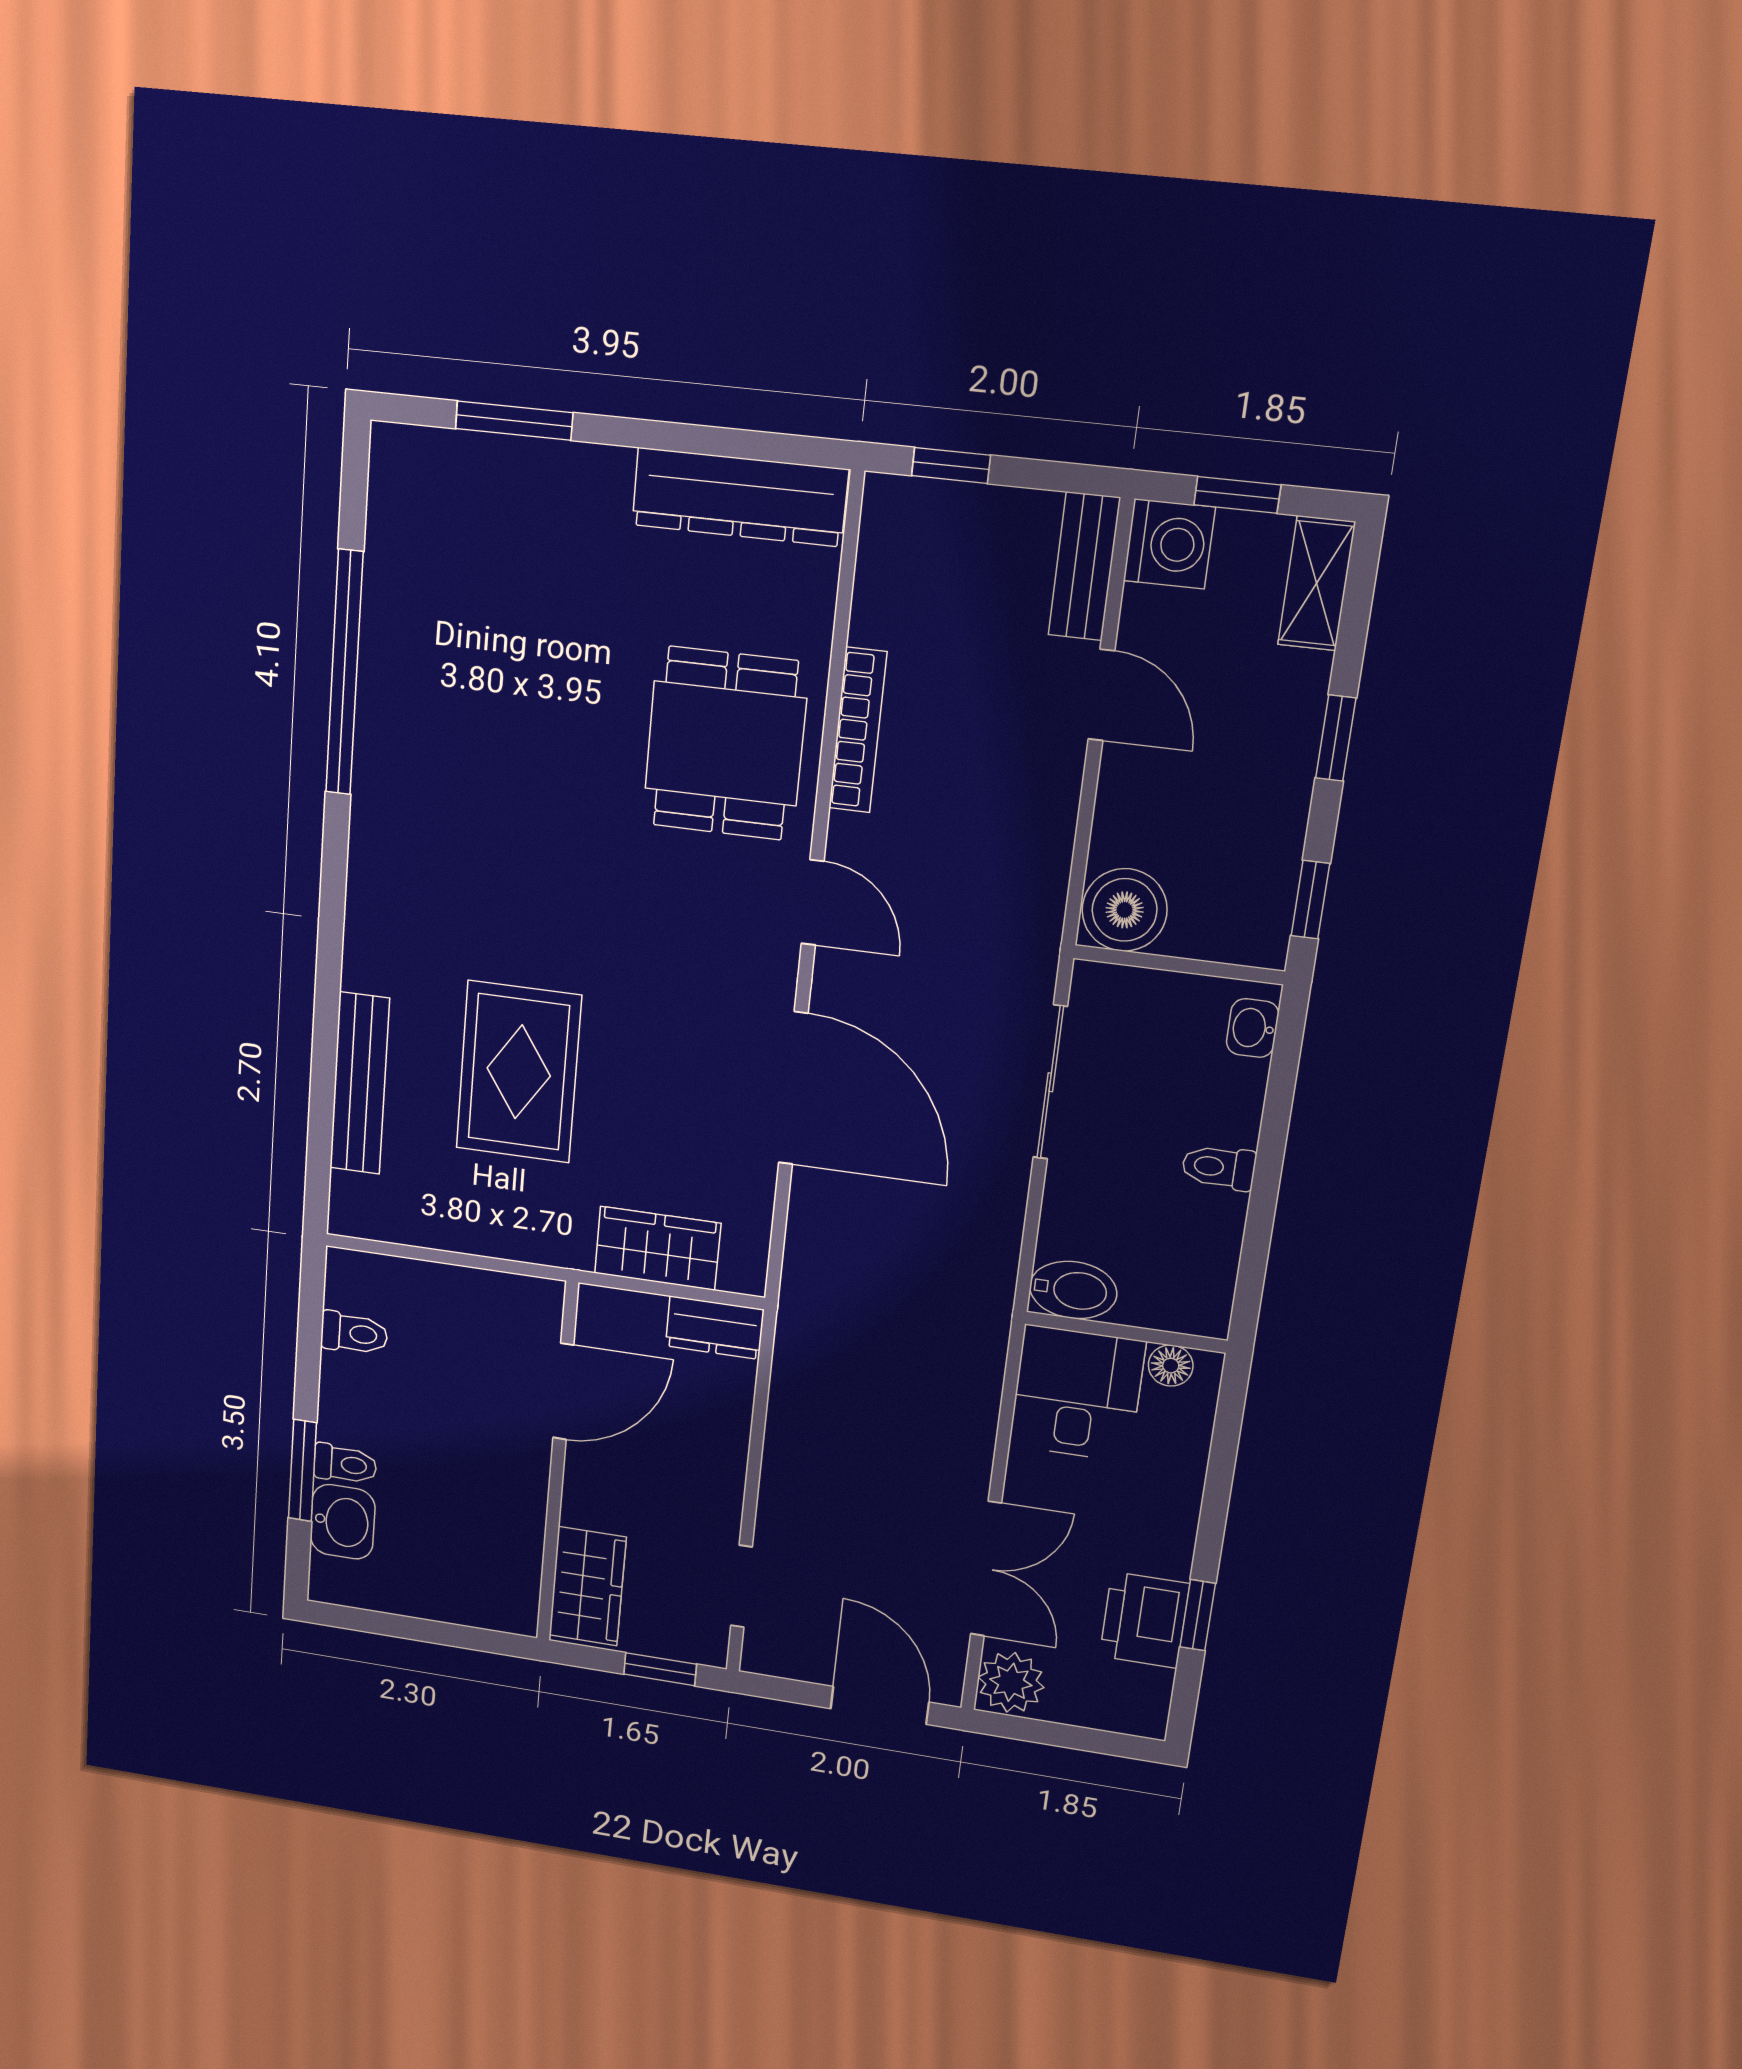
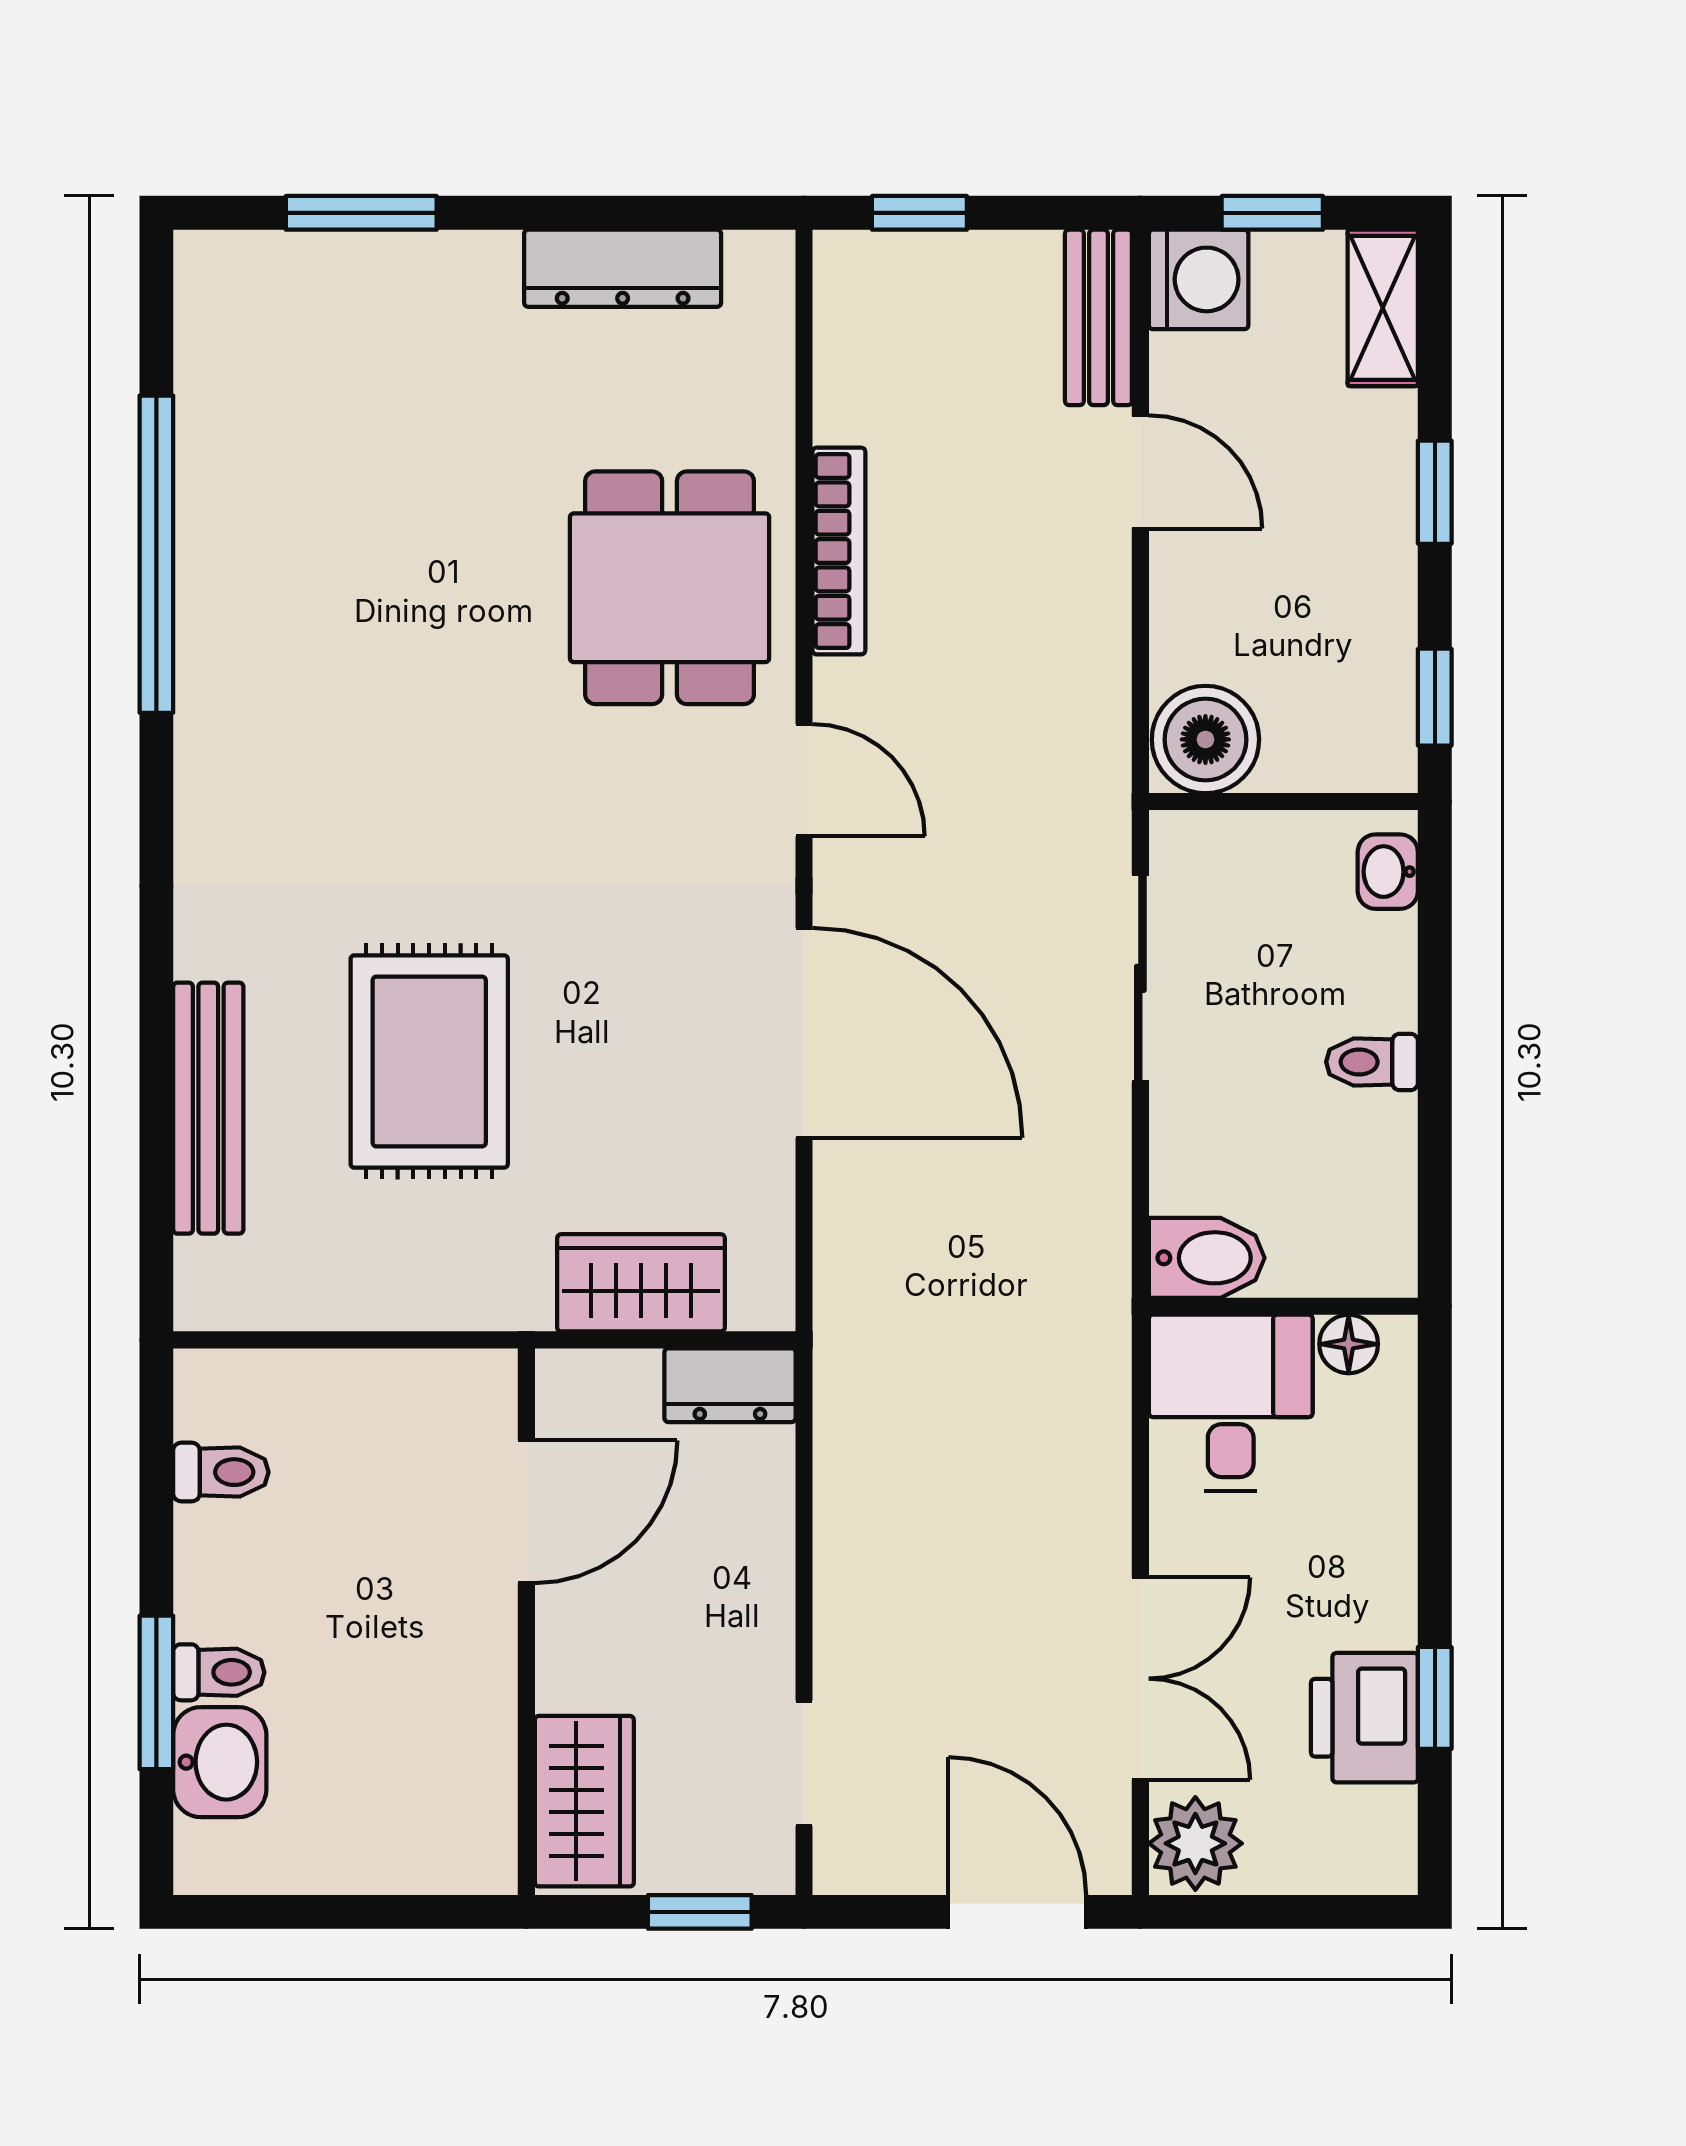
dresser: (740, 497) -> (623, 268), width x0.73, depth x0.80

